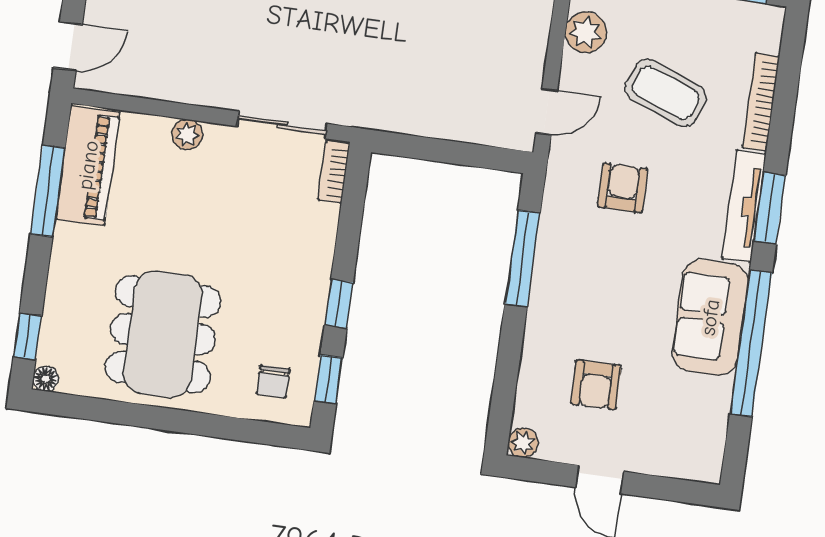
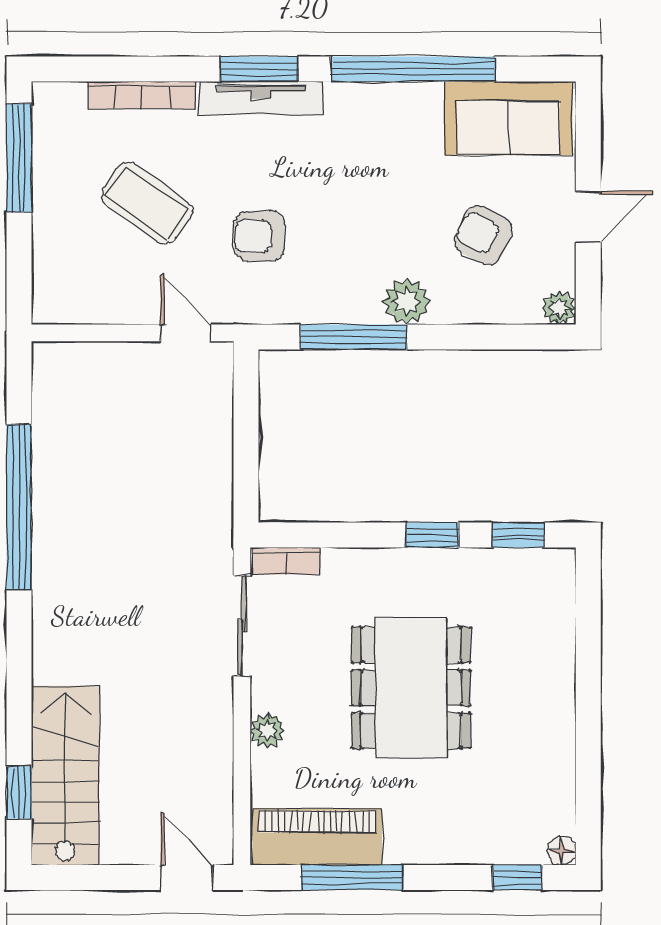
plant: (586, 32) -> (407, 301), moved
coffee table: (666, 93) -> (147, 203), turned -76
sofa: (710, 317) -> (508, 118), moved
dining table: (163, 334) -> (411, 688), moved, turned 90
chair: (273, 381) -> (529, 596), removed
armchair: (596, 385) -> (483, 235), turned -152

